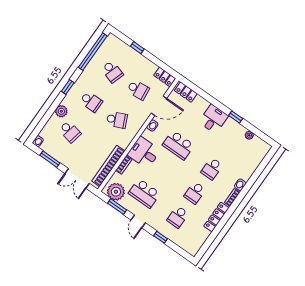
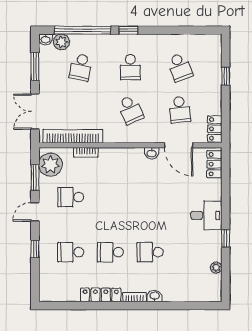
window: (93, 52) -> (82, 30), moved
school desk: (112, 72) -> (180, 67), turned -39
plant: (61, 111) -> (61, 42), moved
school desk: (178, 145) -> (150, 197), removed
desk: (144, 152) -> (115, 165), removed
school desk: (144, 193) -> (71, 197), width x0.54

